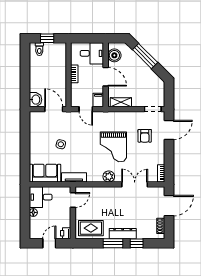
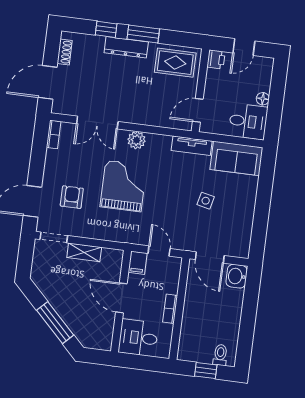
boiler: (114, 55) -> (103, 330), removed
shelving: (121, 102) -> (84, 252), moved

